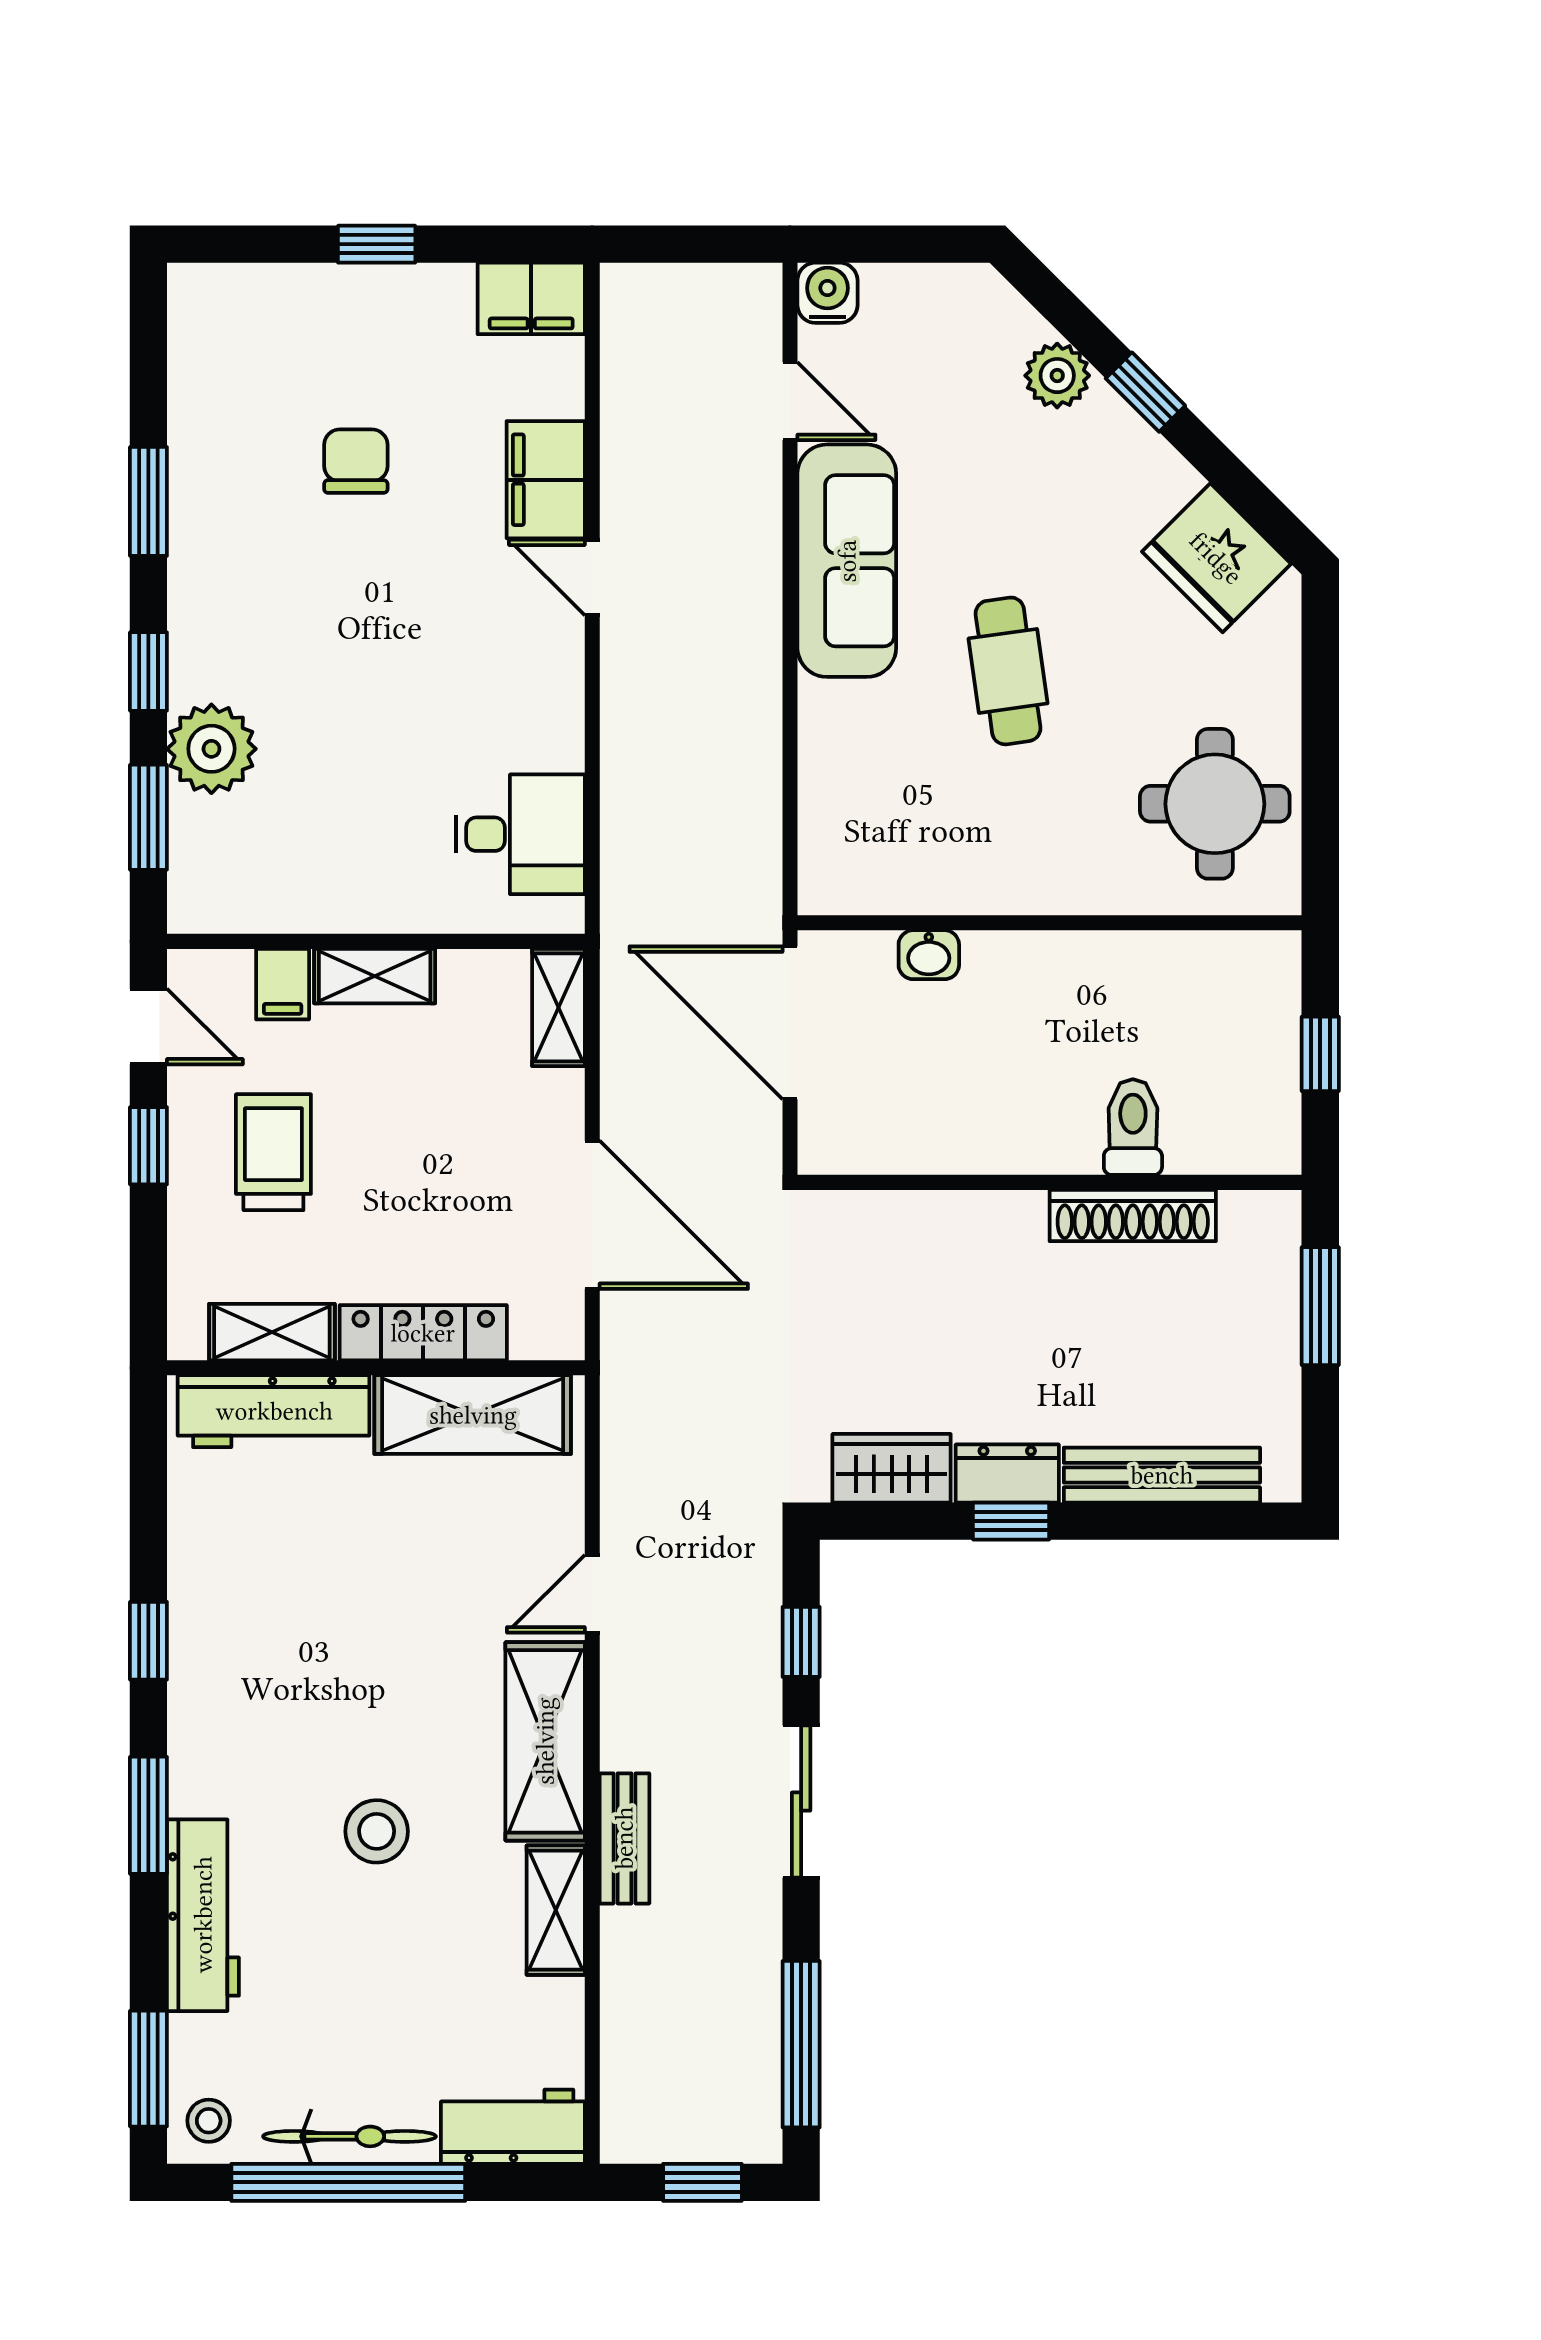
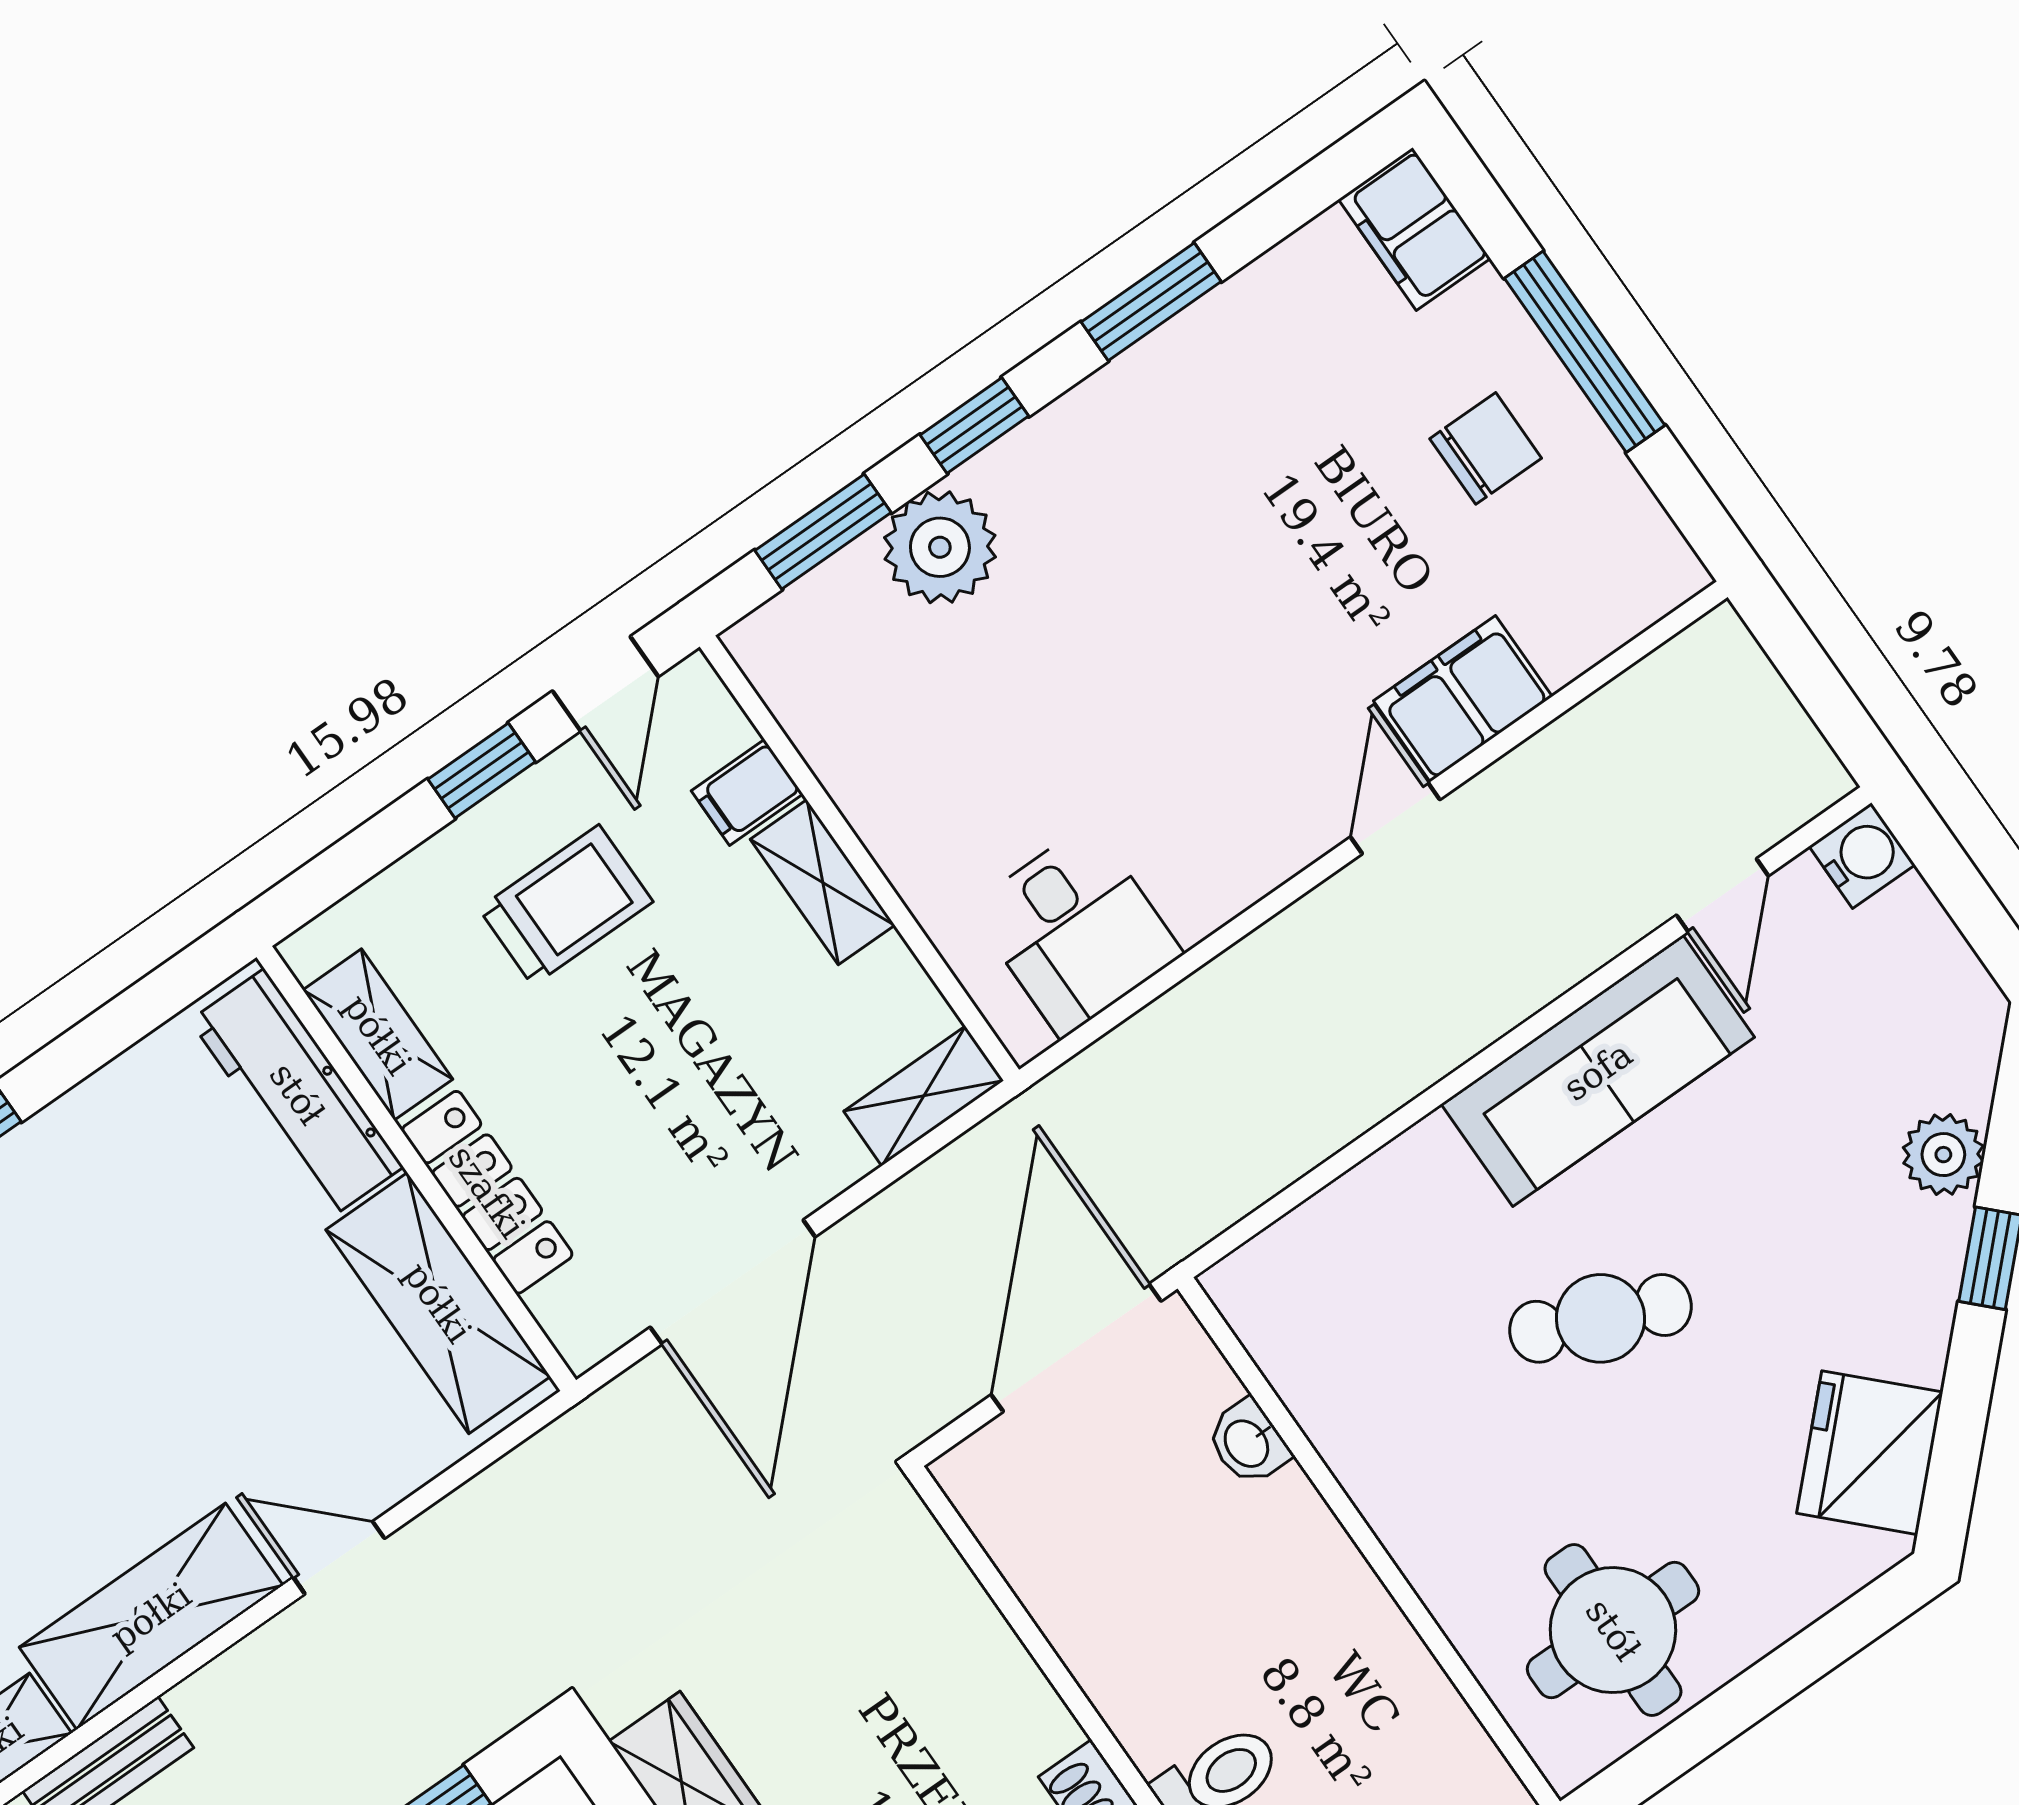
window: (377, 244) -> (1585, 352), width x2.17
filing cabinet: (531, 298) -> (1415, 229), moved
chair: (356, 461) -> (1486, 448), moved
cafe table: (1008, 671) -> (1601, 1318), turned 31

